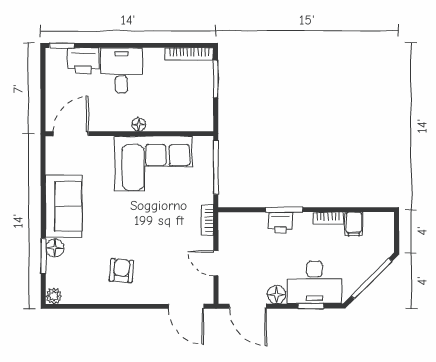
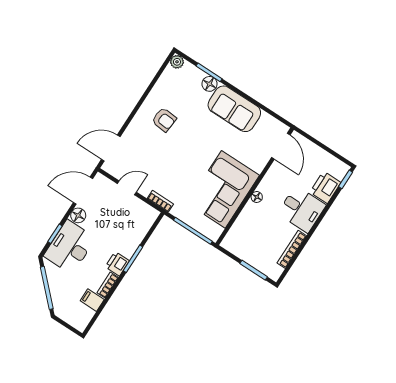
bookcase: (189, 54) -> (292, 249), moved
printer: (280, 223) -> (117, 264), moved

